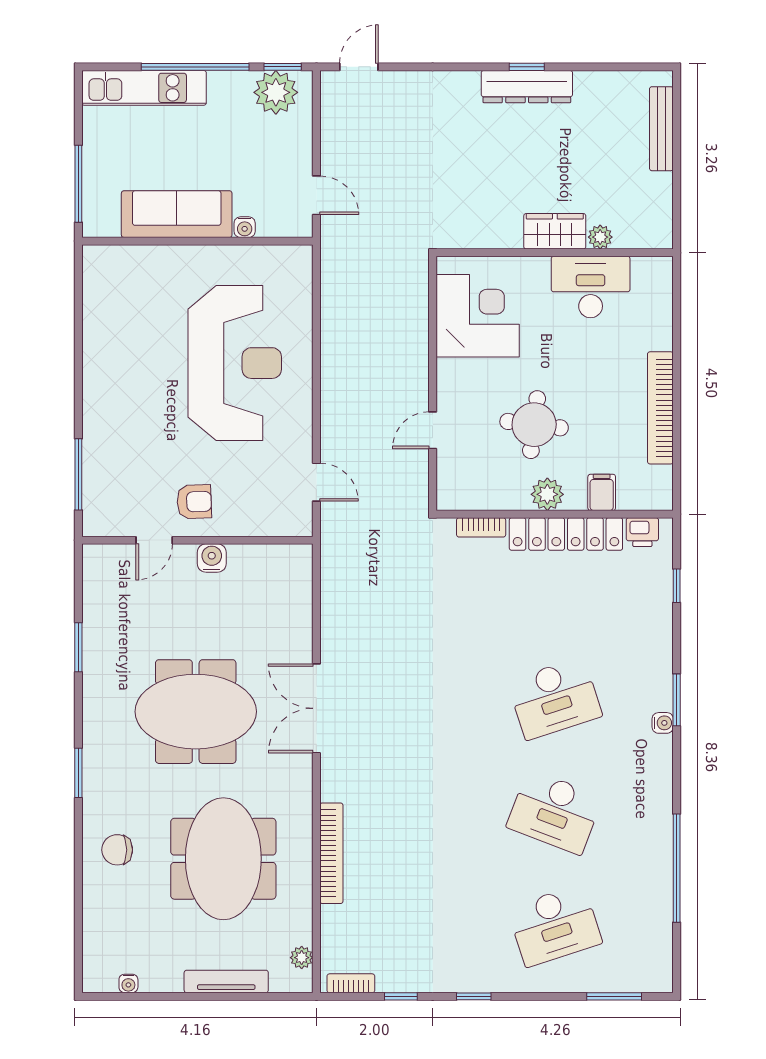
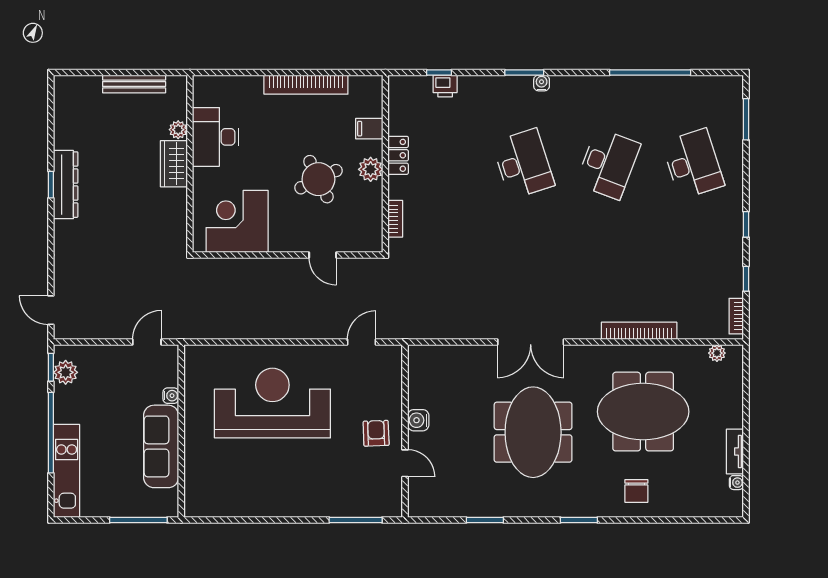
plant: (276, 92) -> (66, 372), width x0.73, depth x0.73
bench: (661, 129) -> (134, 84), moved
round table: (534, 425) -> (318, 179), turned -33
printer: (642, 532) -> (445, 86), moved, turned 90
locker: (566, 534) -> (398, 155), width x0.46, depth x0.83
tv unit: (226, 981) -> (735, 452), moved, width x0.71

